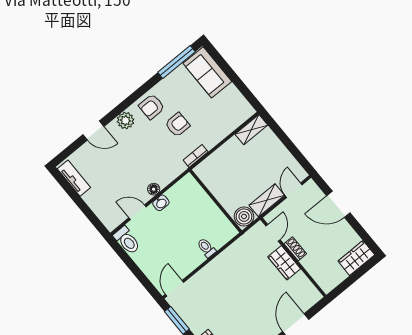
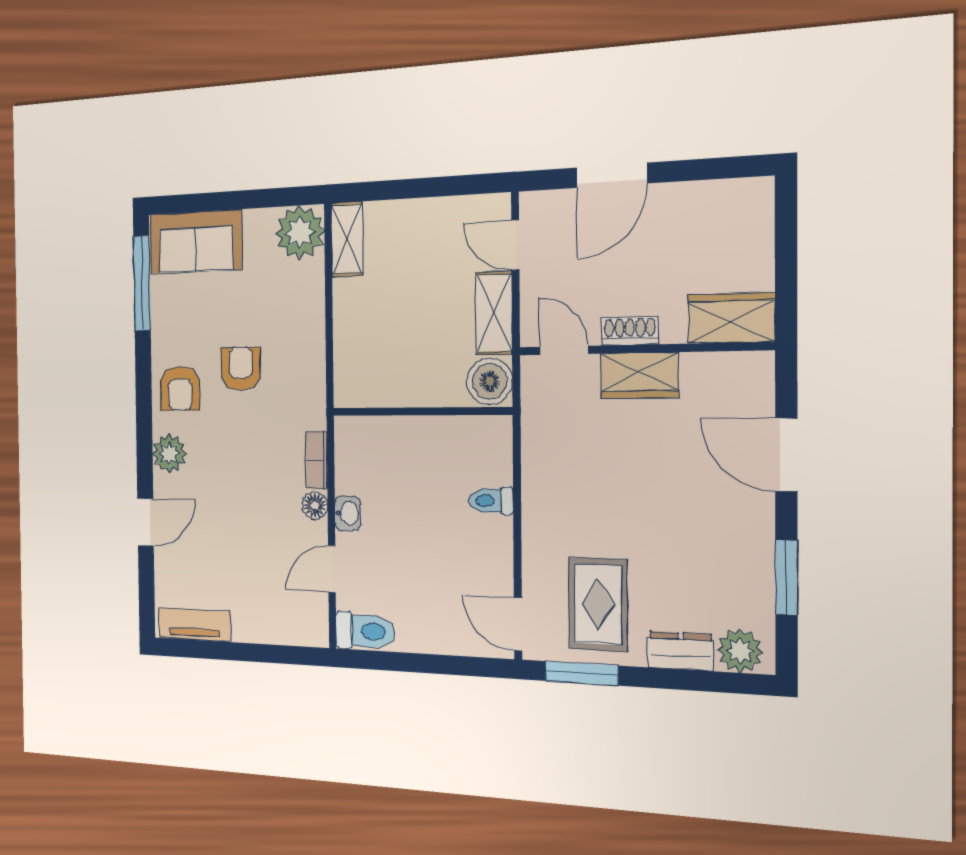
plant: (241, 110) -> (300, 232), added
bookcase: (196, 156) -> (317, 460), moved
wardrobe: (356, 258) -> (731, 318), moved, turned 90
rug: (203, 308) -> (598, 604), added

